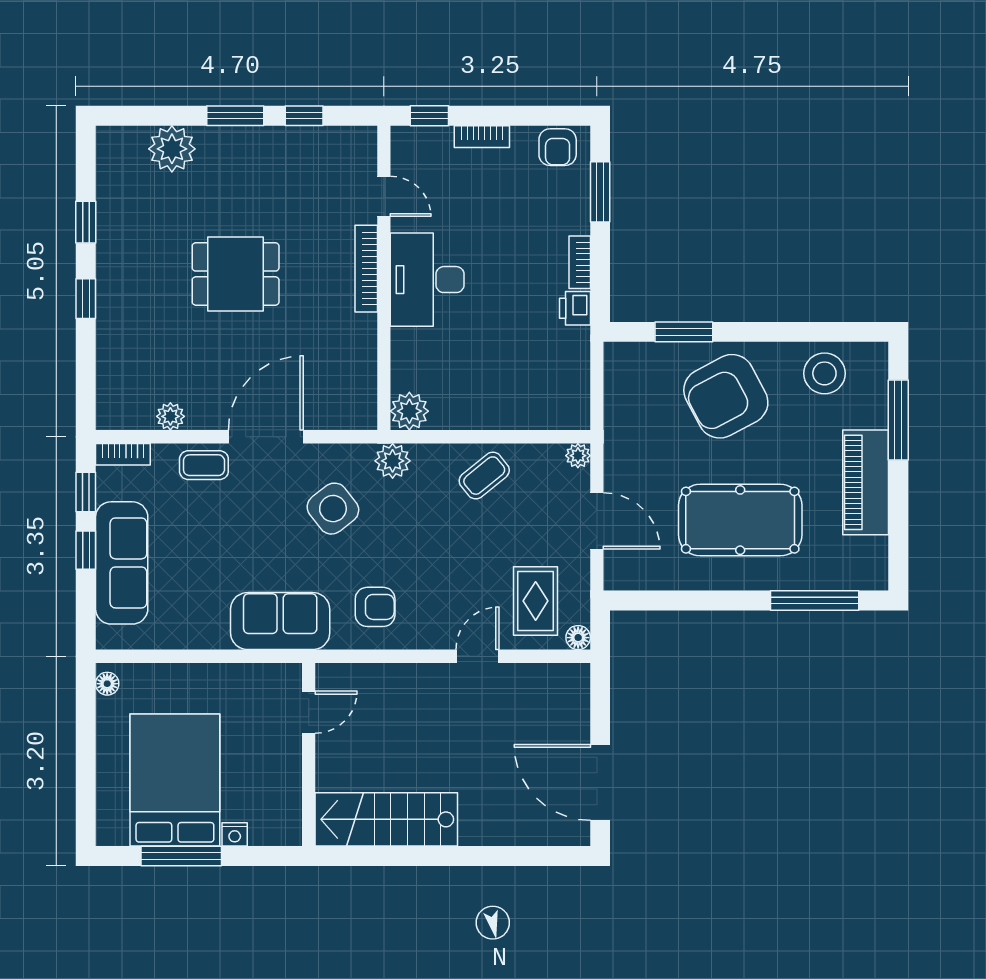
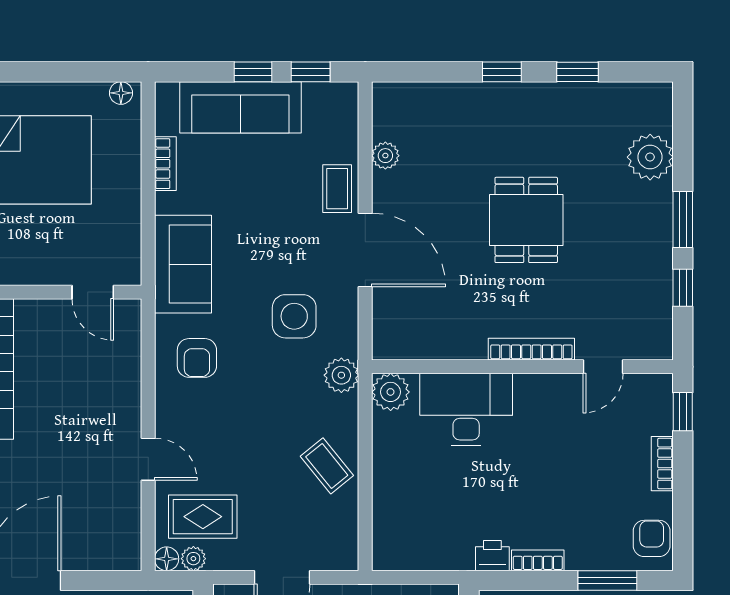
armchair: (558, 147) -> (652, 538), turned 90
desk: (427, 280) -> (466, 410), moved
bookcase: (123, 454) -> (165, 164), moved, turned 180
plant: (578, 456) -> (193, 559), moved
side table: (333, 509) -> (294, 316), turned 38

